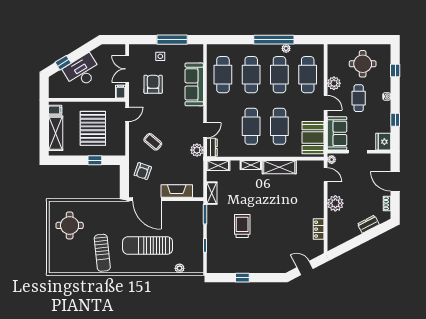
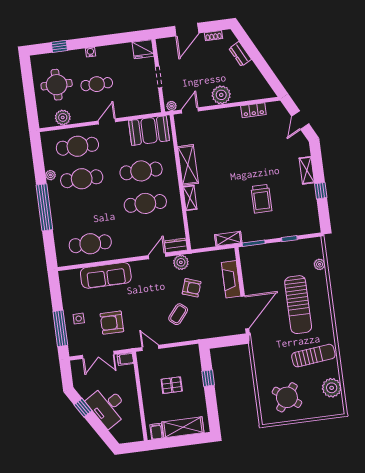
window: (172, 40) -> (60, 328), moved
window: (274, 40) -> (44, 207), moved
window: (63, 63) -> (83, 408), moved
cafe table: (251, 75) -> (86, 211), removed
plant: (334, 83) -> (63, 117), moved
window: (395, 120) -> (116, 39), removed
pallet: (93, 128) -> (172, 385), width x0.49, depth x0.50
door: (205, 130) -> (157, 256), hinge flipped
sofa: (337, 133) -> (141, 104), removed
shelving: (218, 165) -> (307, 170), moved
armchair: (143, 171) -> (192, 288), moved
round table: (70, 225) -> (287, 397), turned 37
trolley: (242, 226) -> (261, 199), turned -90
plant: (73, 265) -> (332, 388), added

